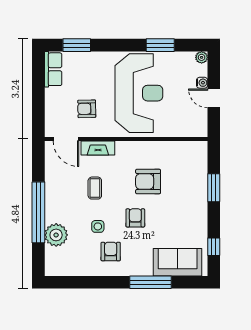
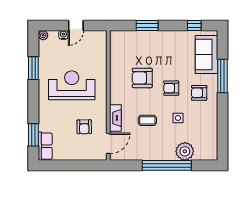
row of seats: (53, 69) -> (45, 146), moved, turned 90
reception desk: (139, 93) -> (72, 85), width x0.74, depth x0.77
armchair: (148, 182) -> (142, 78), turned 90
armchair: (111, 252) -> (199, 93), moved

